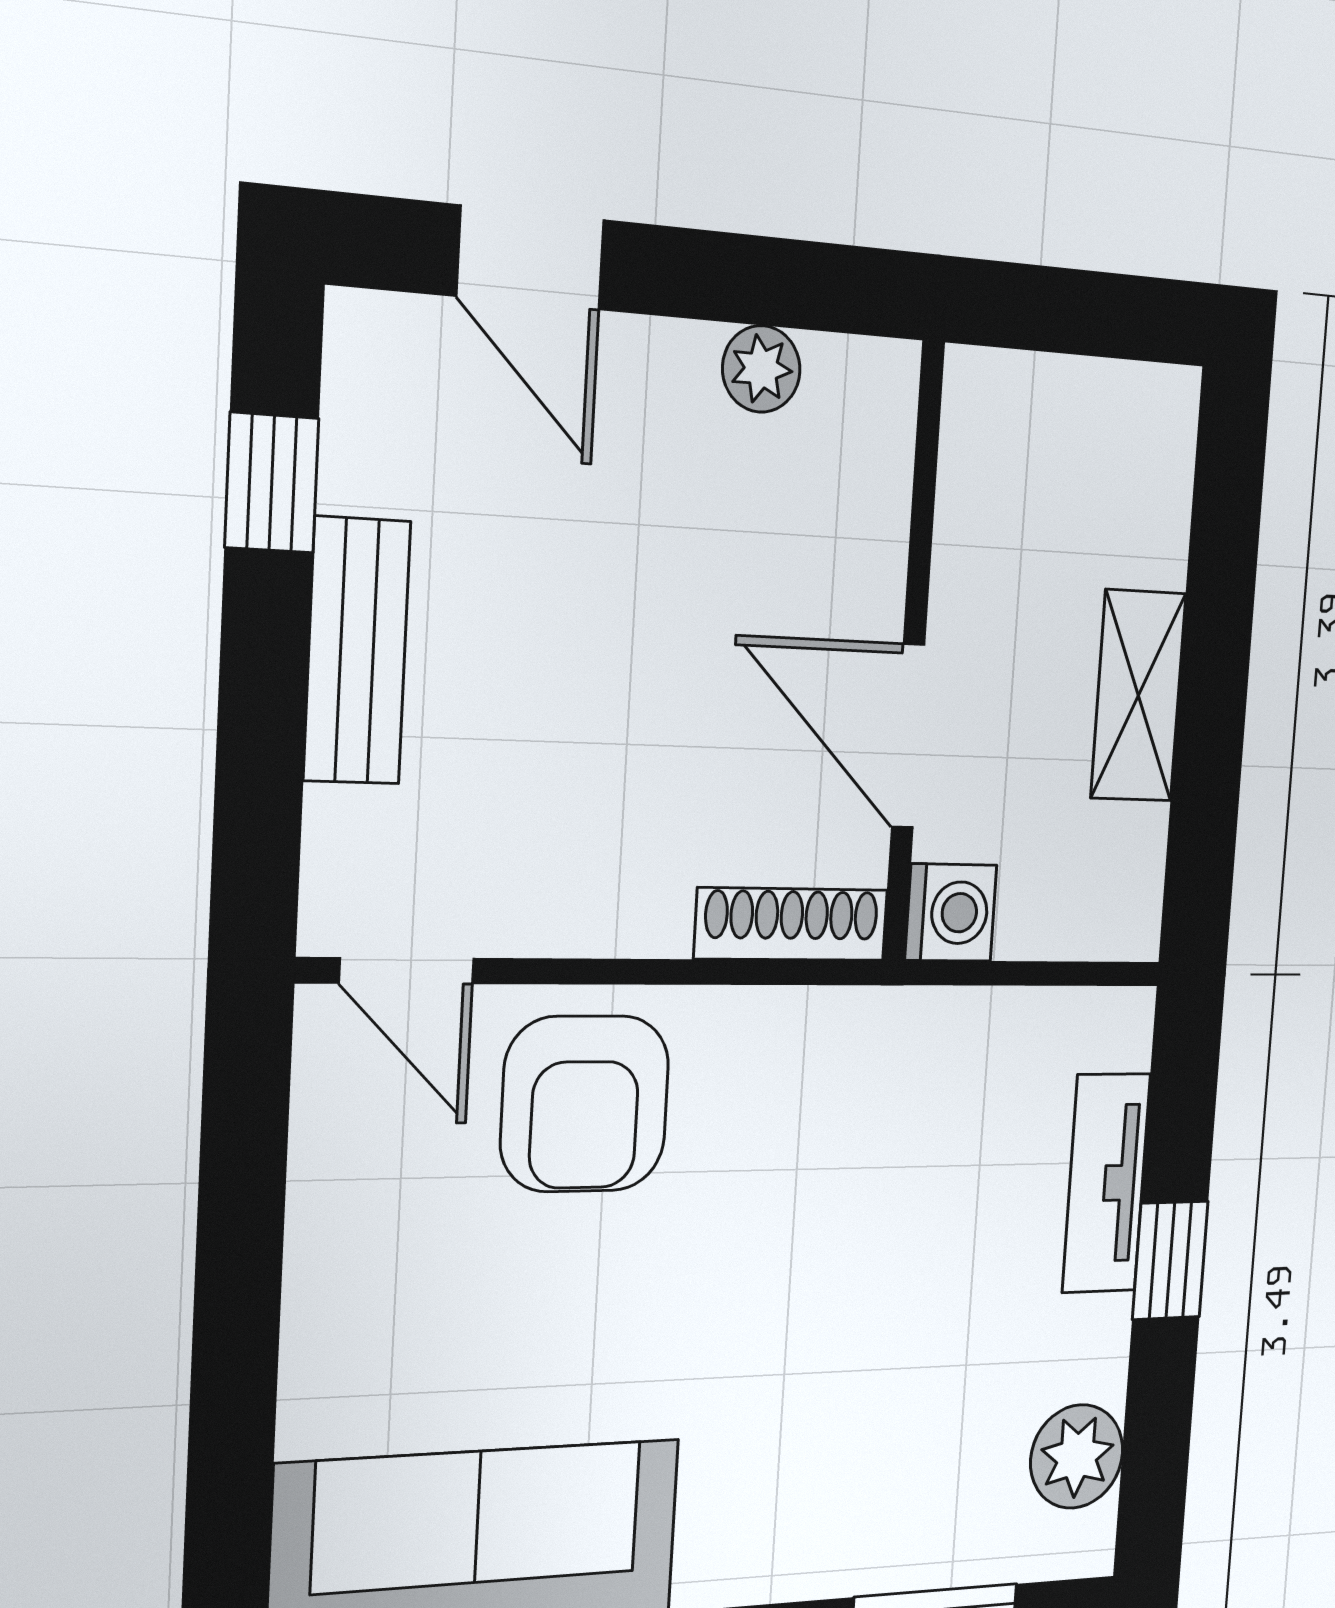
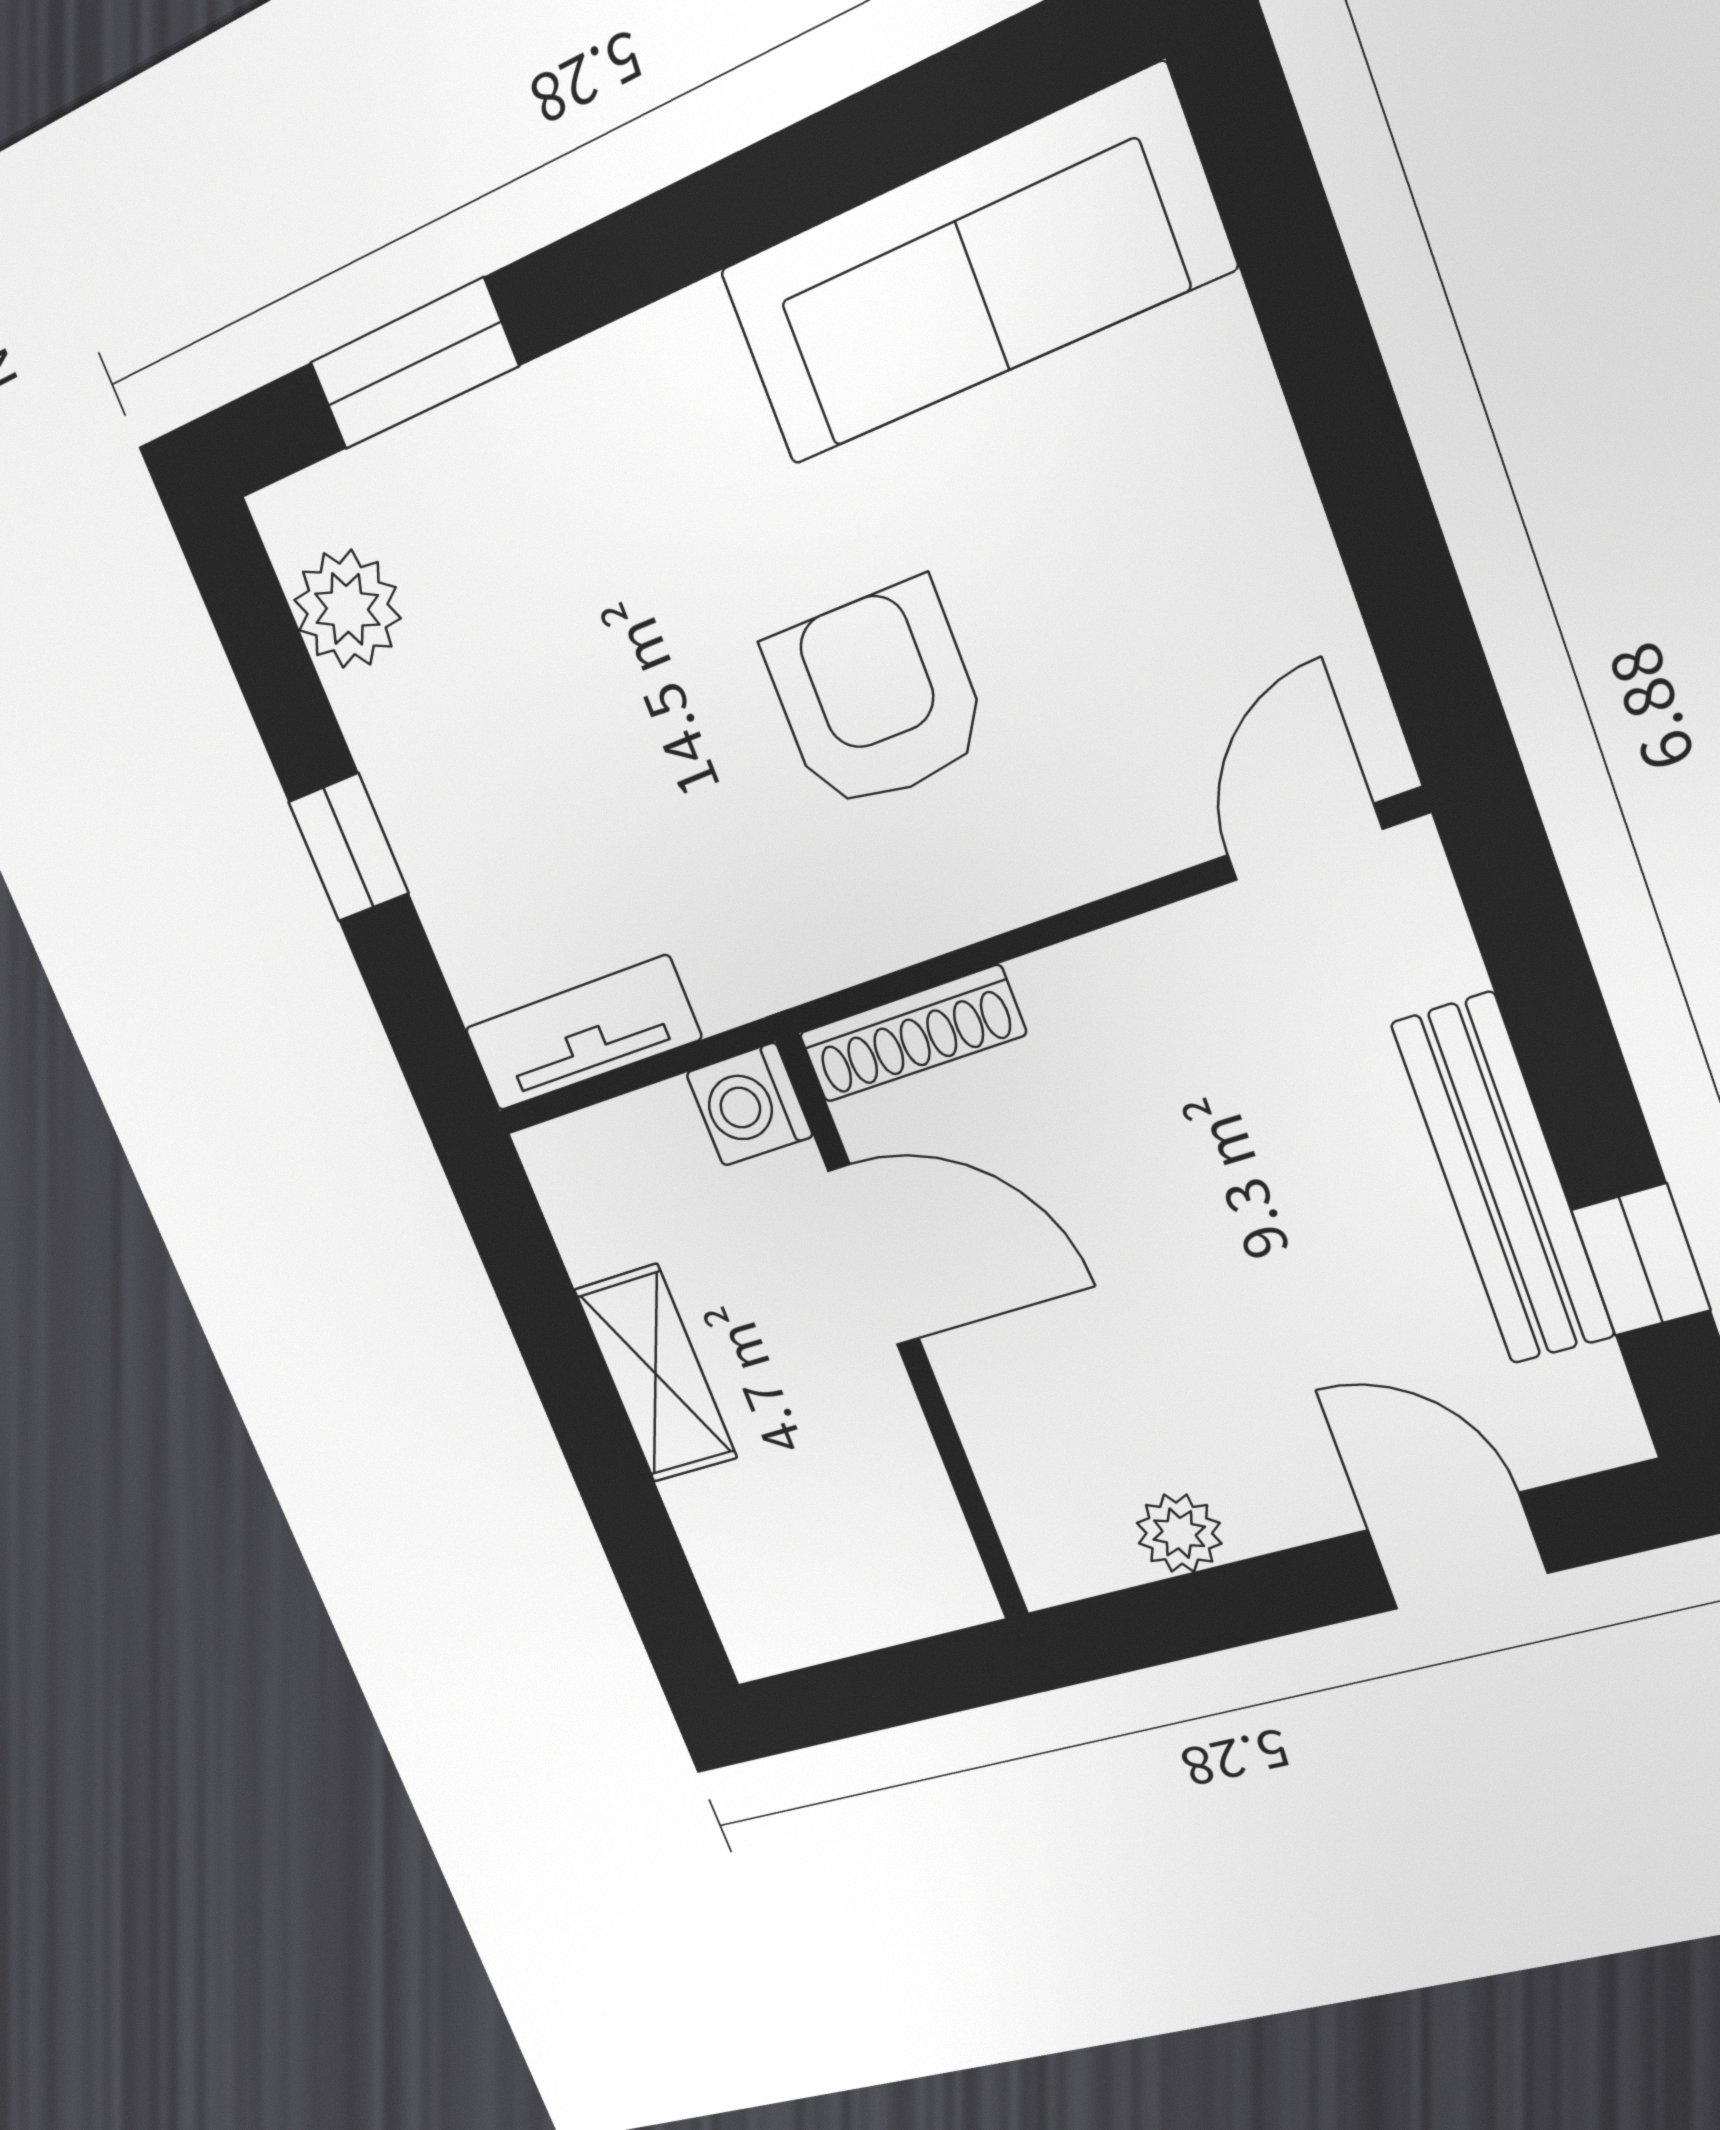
bench: (357, 651) -> (1503, 1180), width x1.36
door: (407, 971) -> (1304, 842), hinge flipped
armchair: (585, 1104) -> (876, 697), moved
tv unit: (1106, 1183) -> (582, 1033), moved, turned -90

